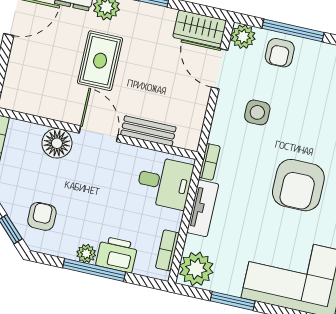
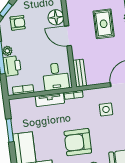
rug: (100, 61) -> (104, 24), turned 90
bench: (148, 131) -> (80, 73), moved
door: (99, 134) -> (68, 36), swing flipped
plant: (196, 269) -> (19, 107), removed

